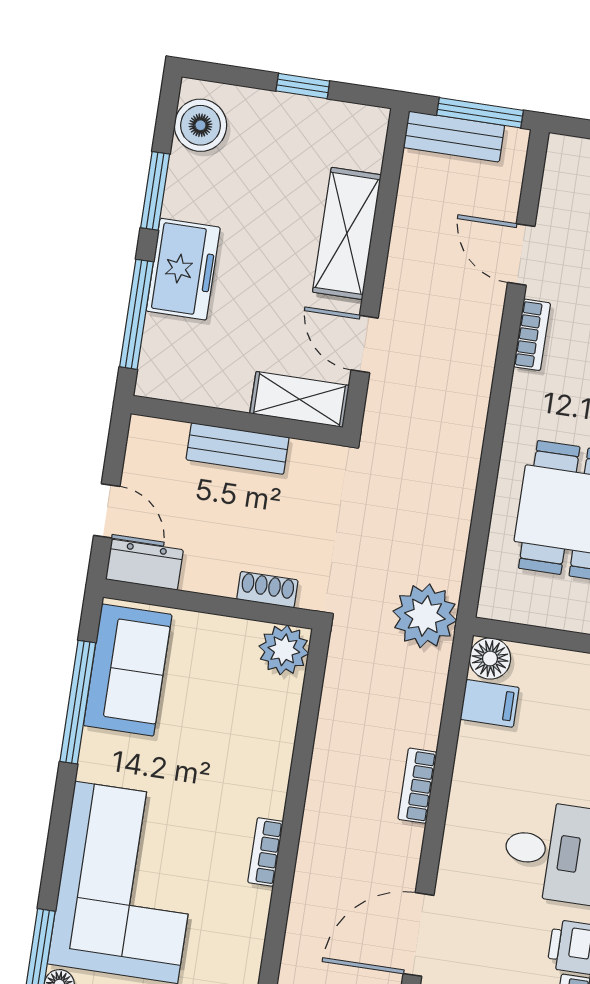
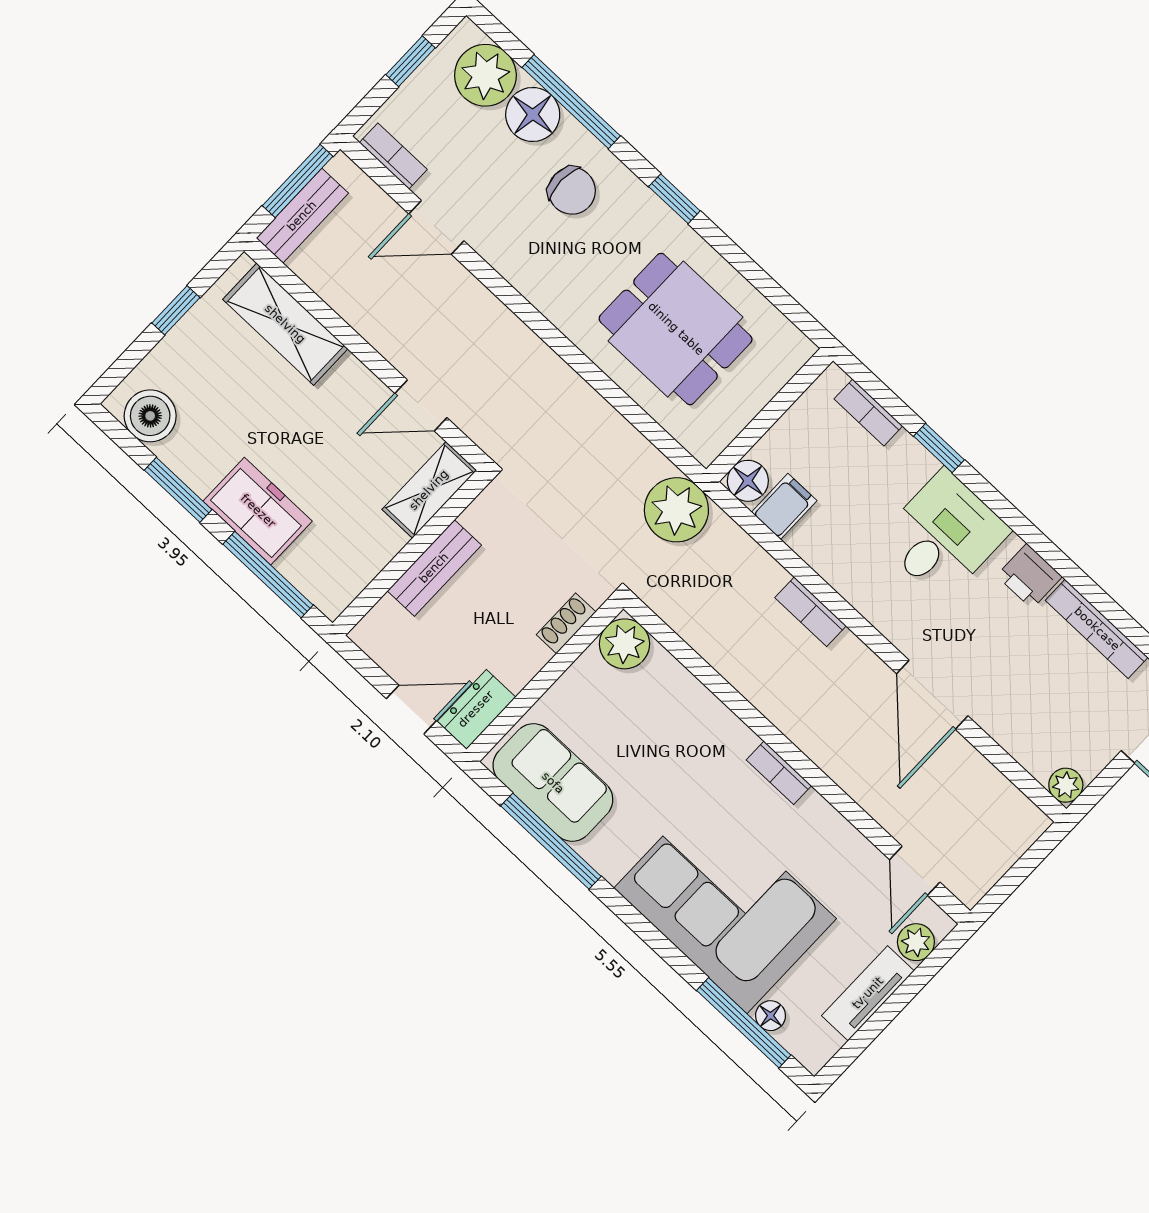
shelving: (347, 233) -> (285, 324), moved
bookcase: (532, 335) -> (393, 156), moved

